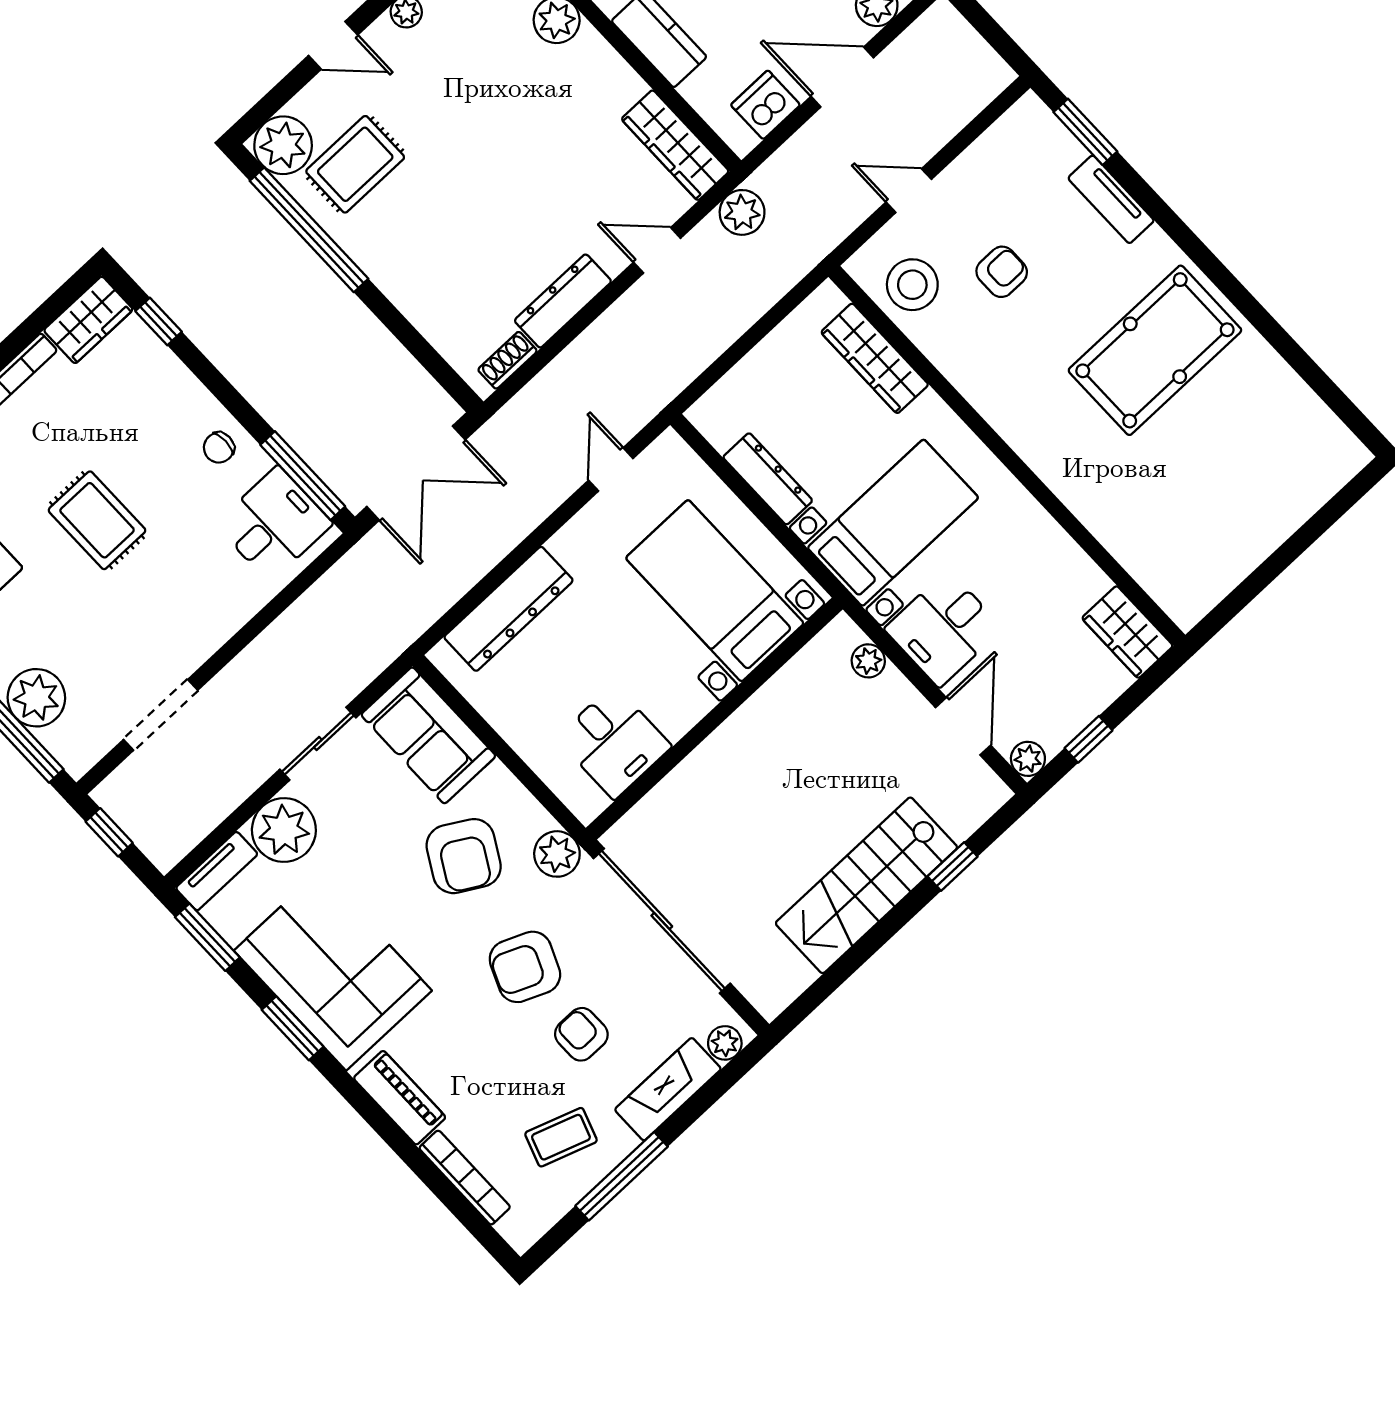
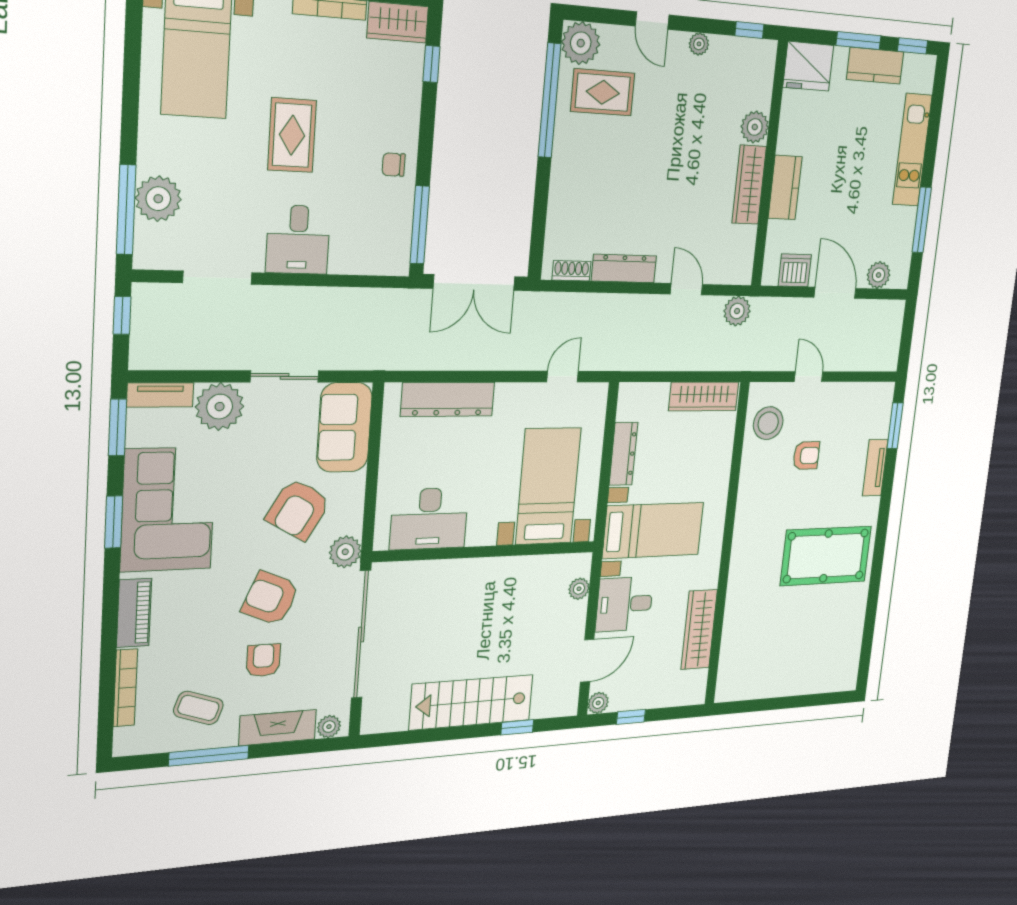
wardrobe: (675, 145) -> (749, 185), moved
wardrobe: (875, 358) -> (704, 396), moved, turned -90
desk: (274, 524) -> (298, 240), moved, turned 90
wardrobe: (1127, 632) -> (699, 630), moved, width x1.50
desk: (614, 742) -> (429, 519), width x1.37

